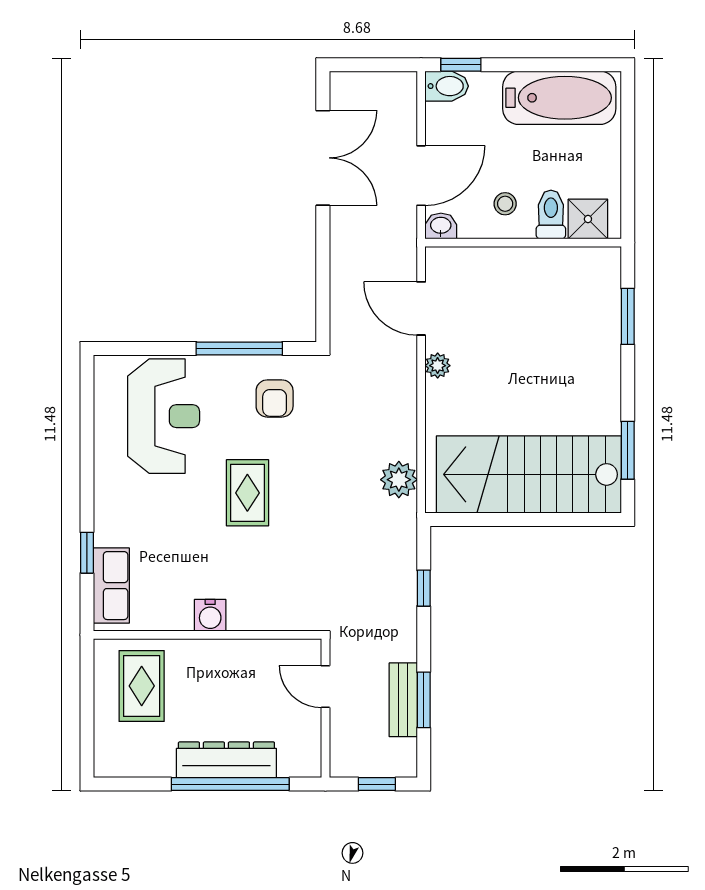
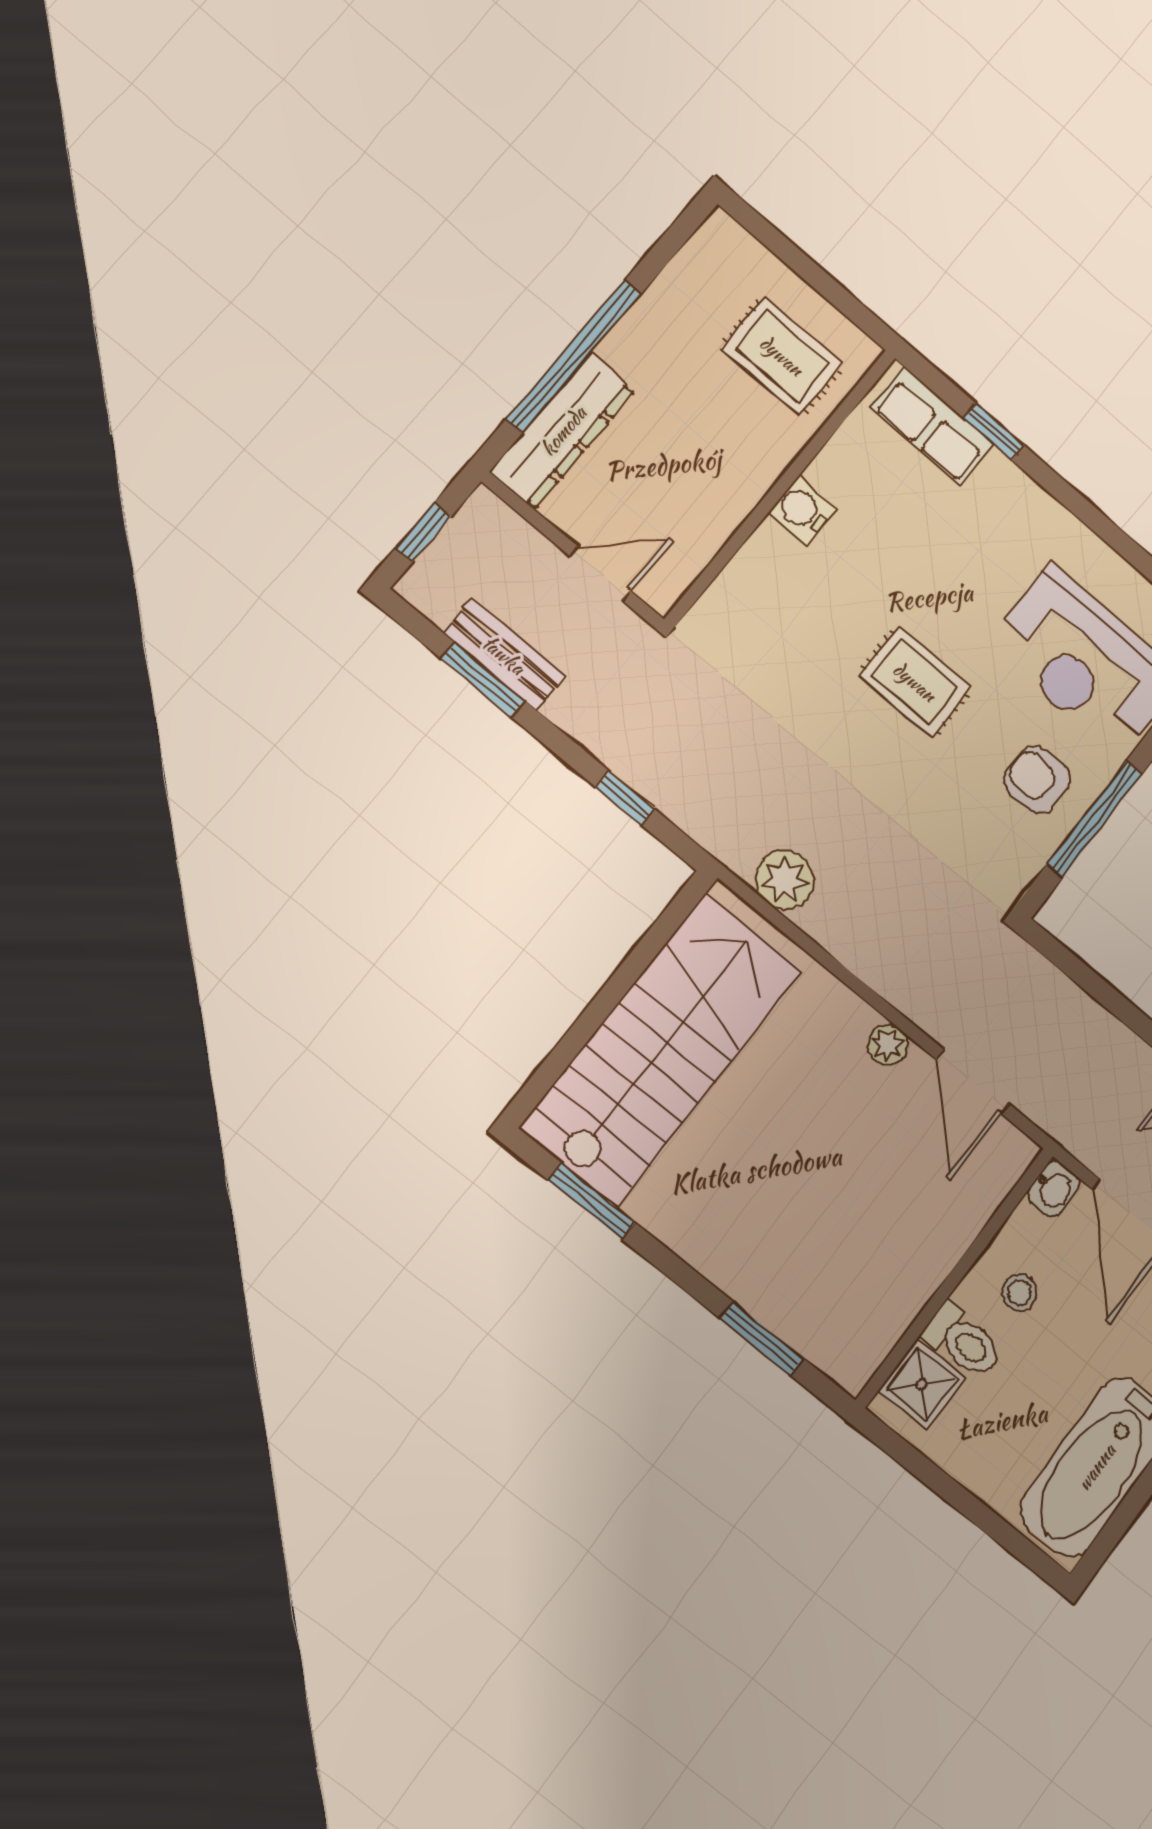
door: (421, 308) -> (973, 1082), swing flipped
armchair: (275, 398) -> (1037, 780), moved
dresser: (226, 760) -> (563, 431), moved

